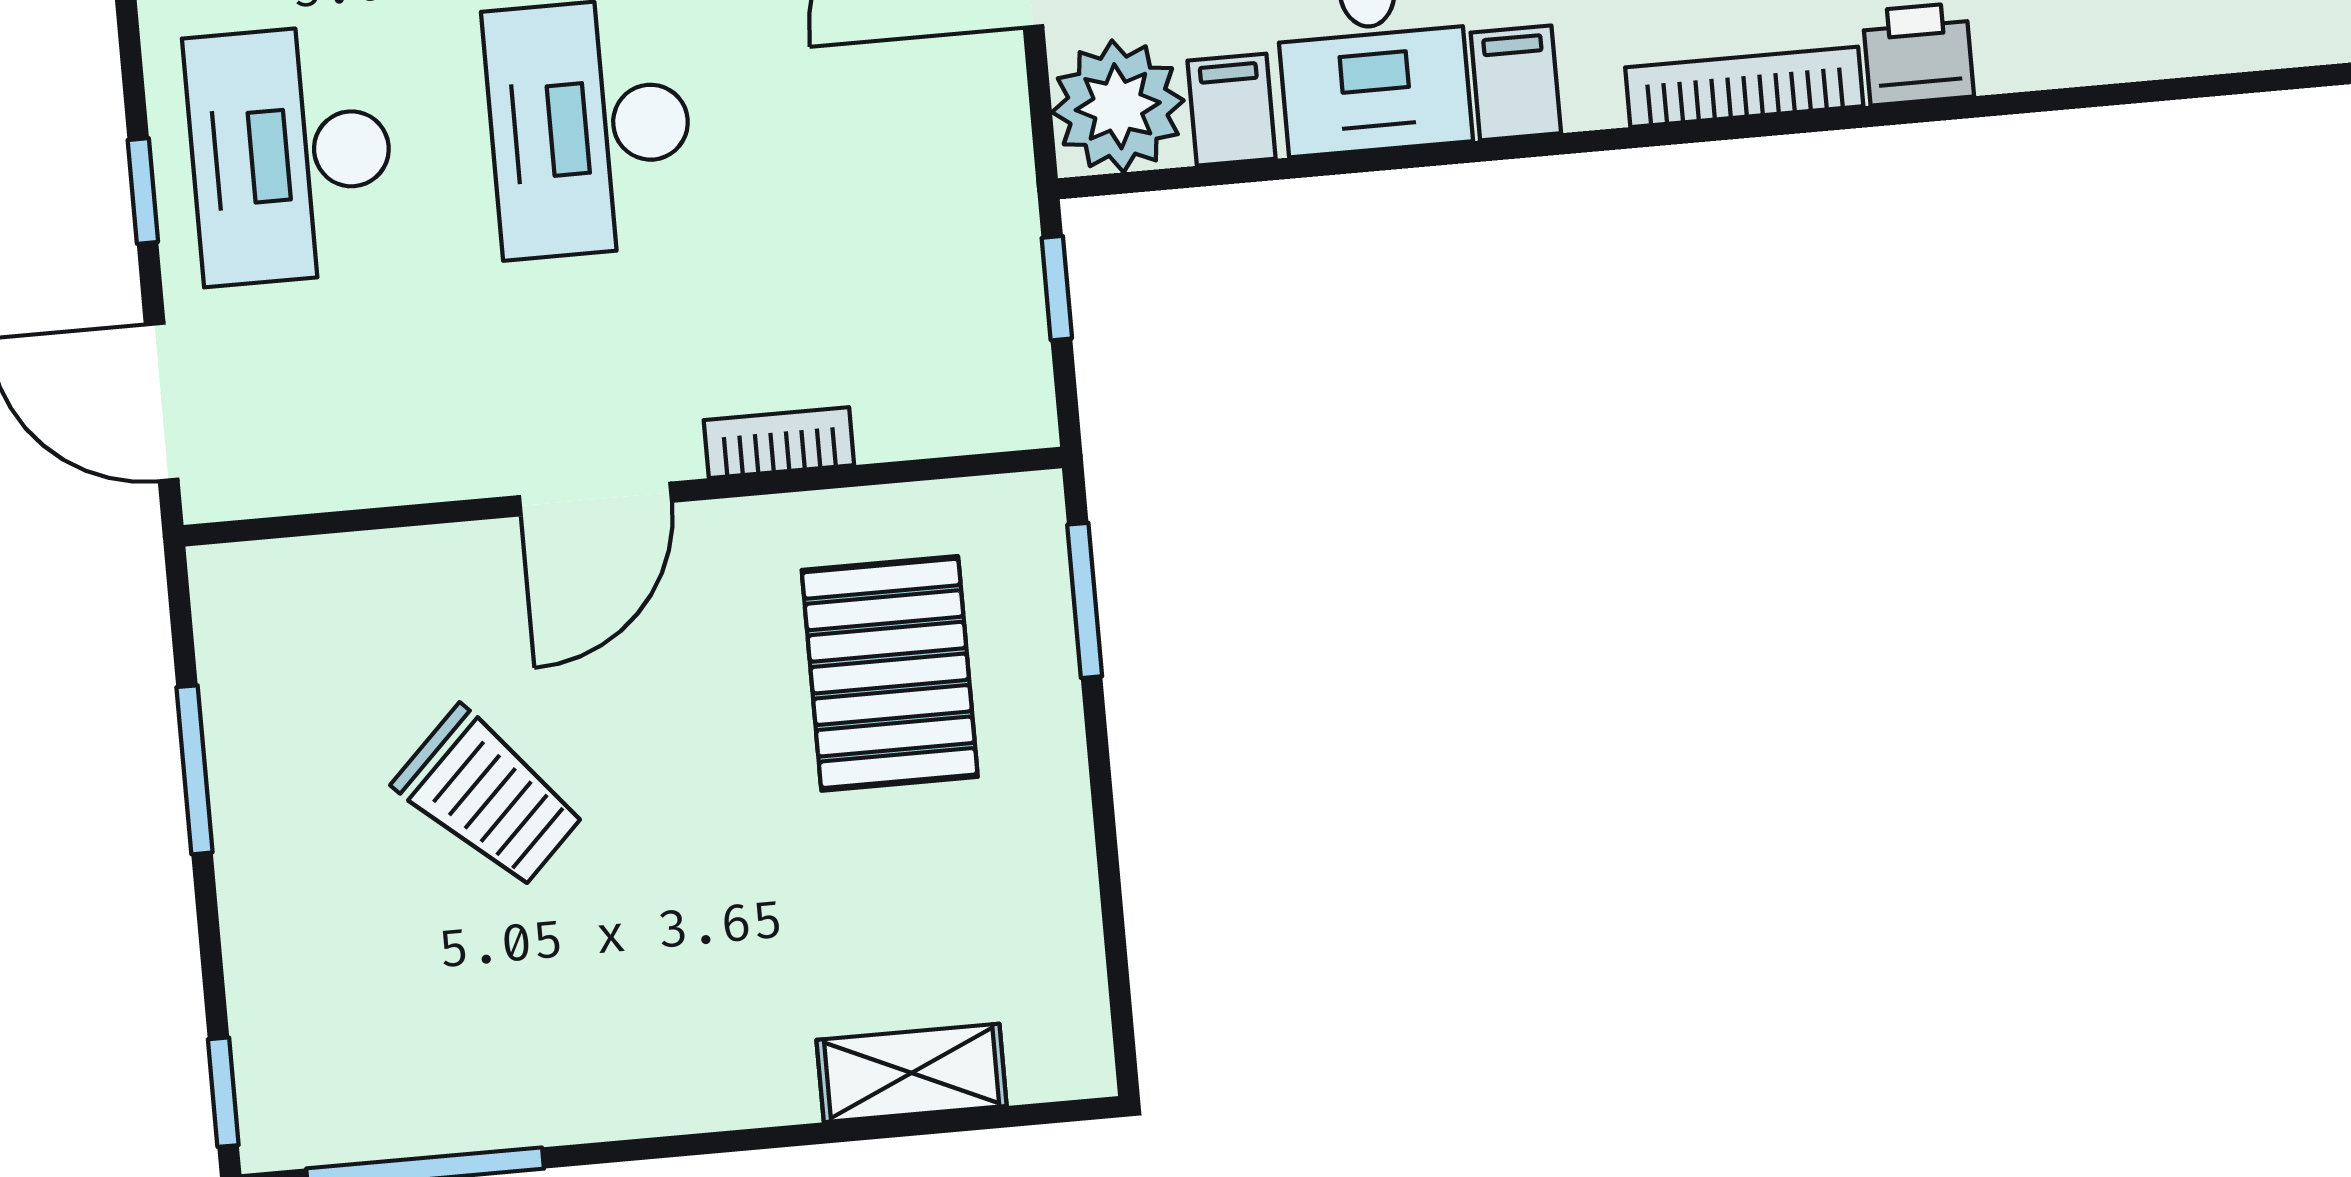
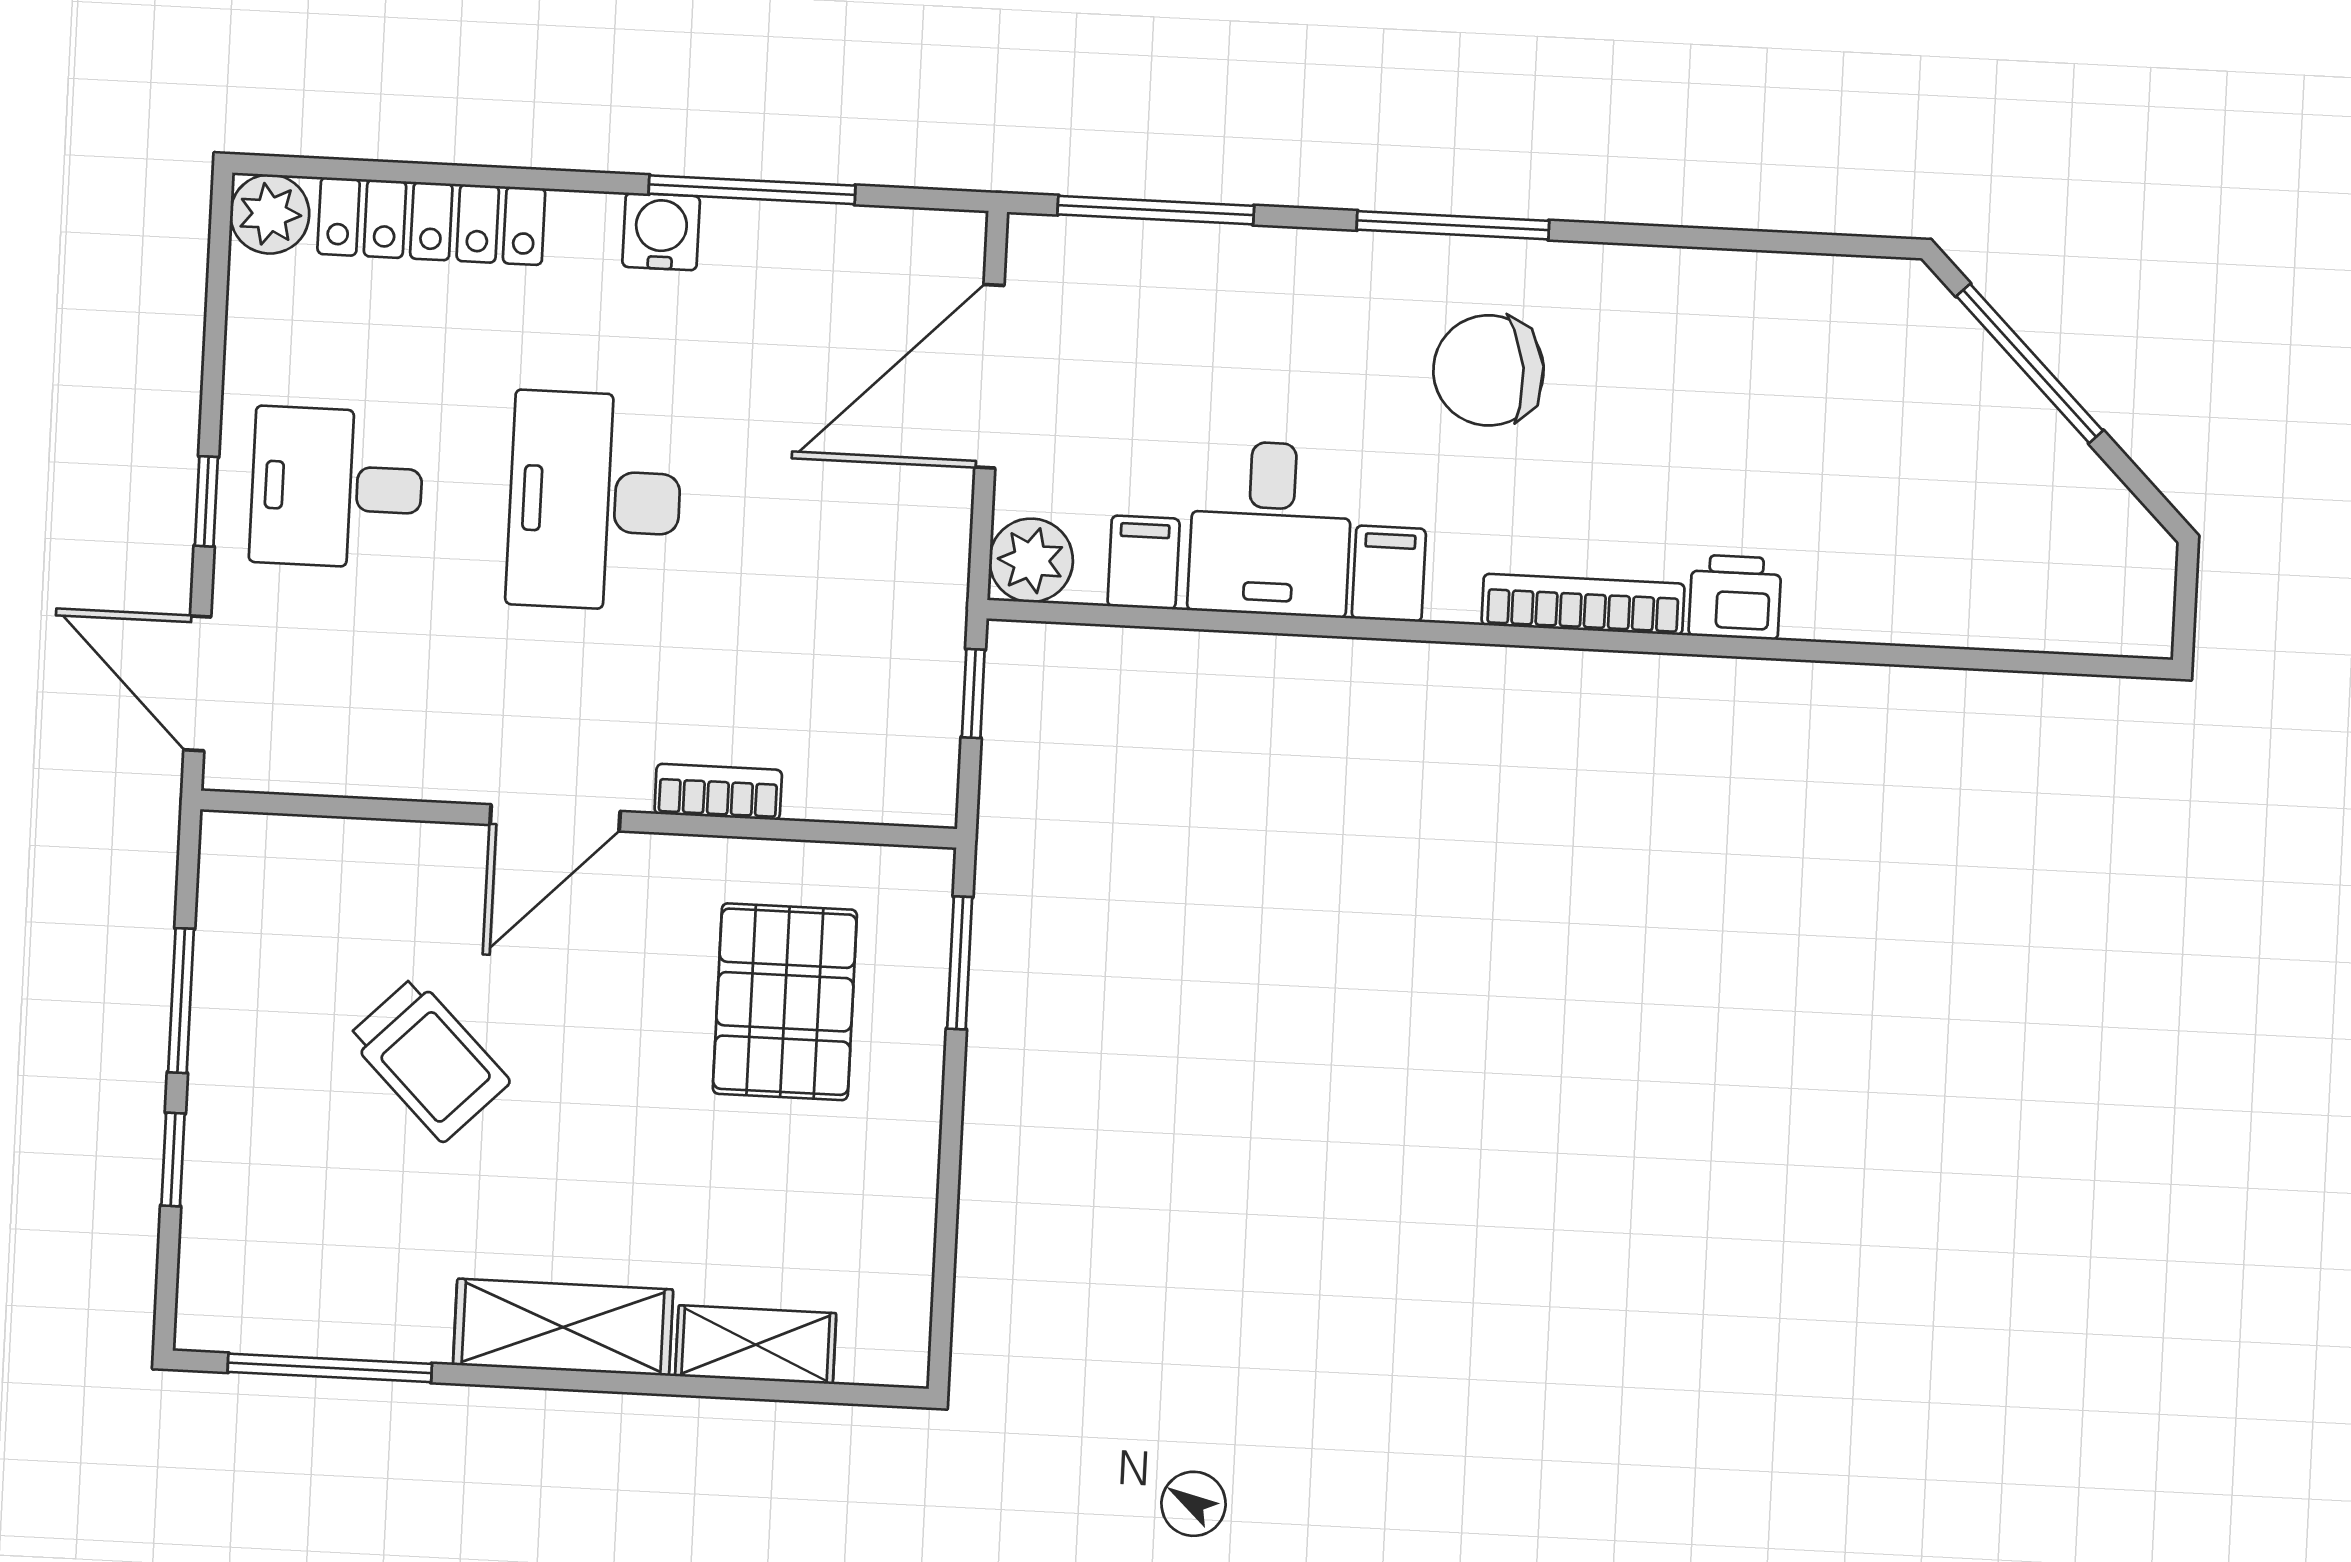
plant: (1118, 106) -> (1031, 560), width x0.73, depth x0.73
desk: (291, 154) -> (337, 488), width x0.73
shelving: (687, 1084) -> (563, 1327), added
window: (223, 1092) -> (173, 1159), moved

